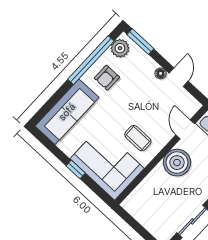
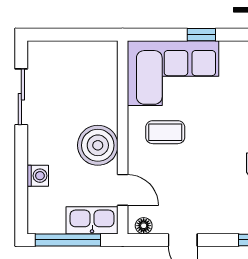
floor lamp: (161, 73) -> (144, 226), moved

